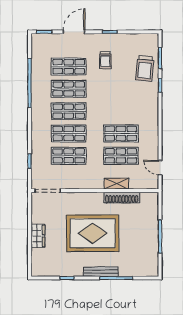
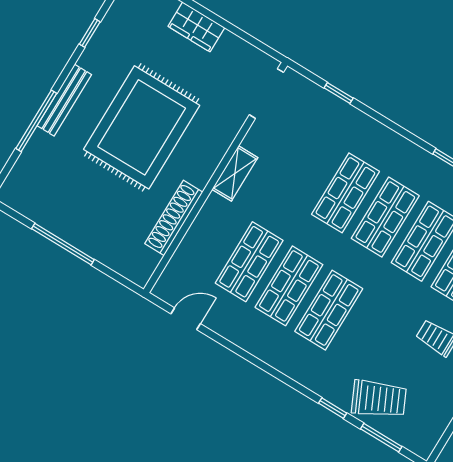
trolley: (145, 69) -> (379, 399), turned 150
shop shelf: (69, 156) -> (329, 310), moved
shelving: (116, 184) -> (235, 173), moved

